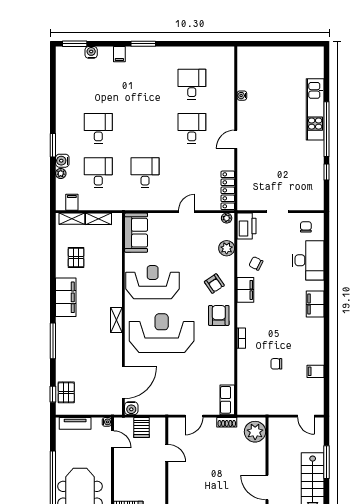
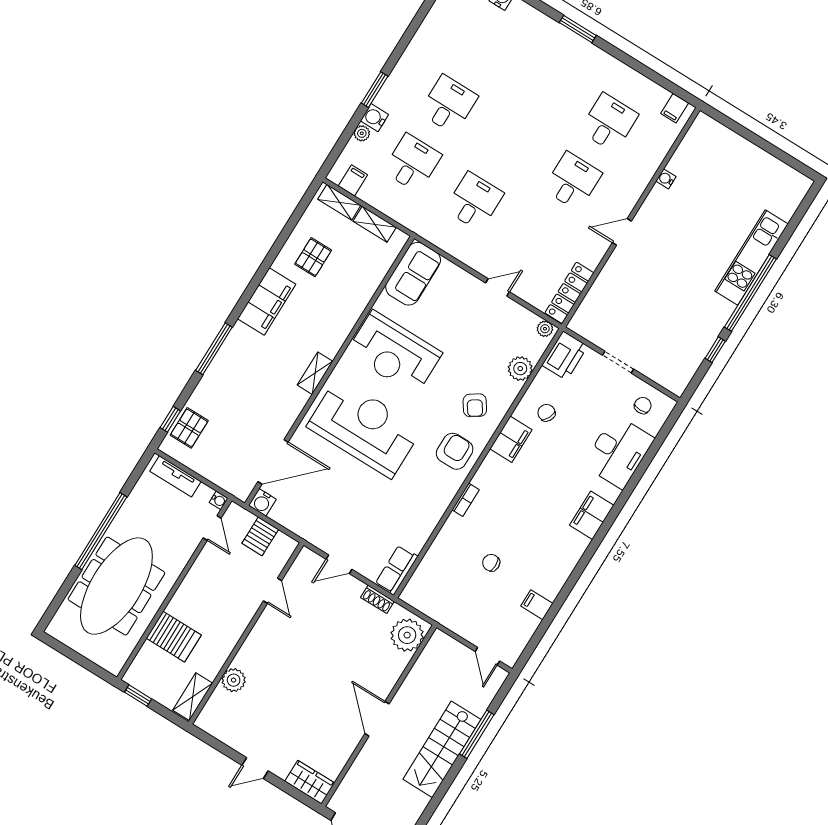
filing cabinet: (119, 54) -> (675, 108), moved
reception desk: (153, 282) -> (394, 353), turned 180

